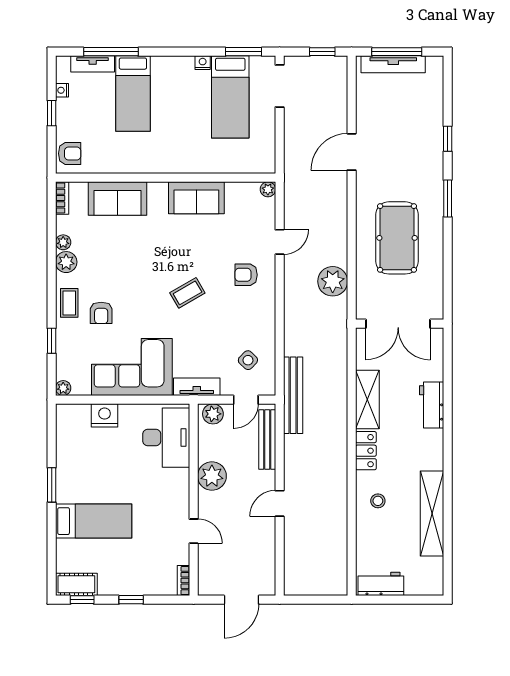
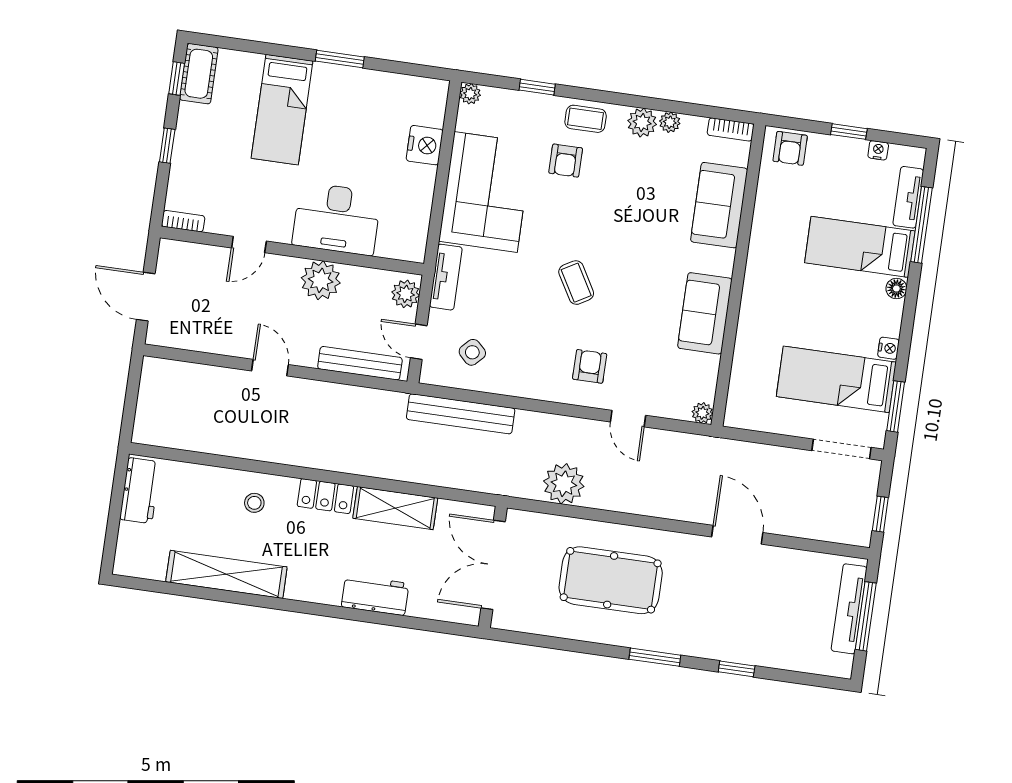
floor lamp: (159, 63) -> (896, 289), added
armchair: (101, 313) -> (566, 161), turned -90
bench: (293, 395) -> (461, 414), moved
desk: (166, 438) -> (337, 219), moved

